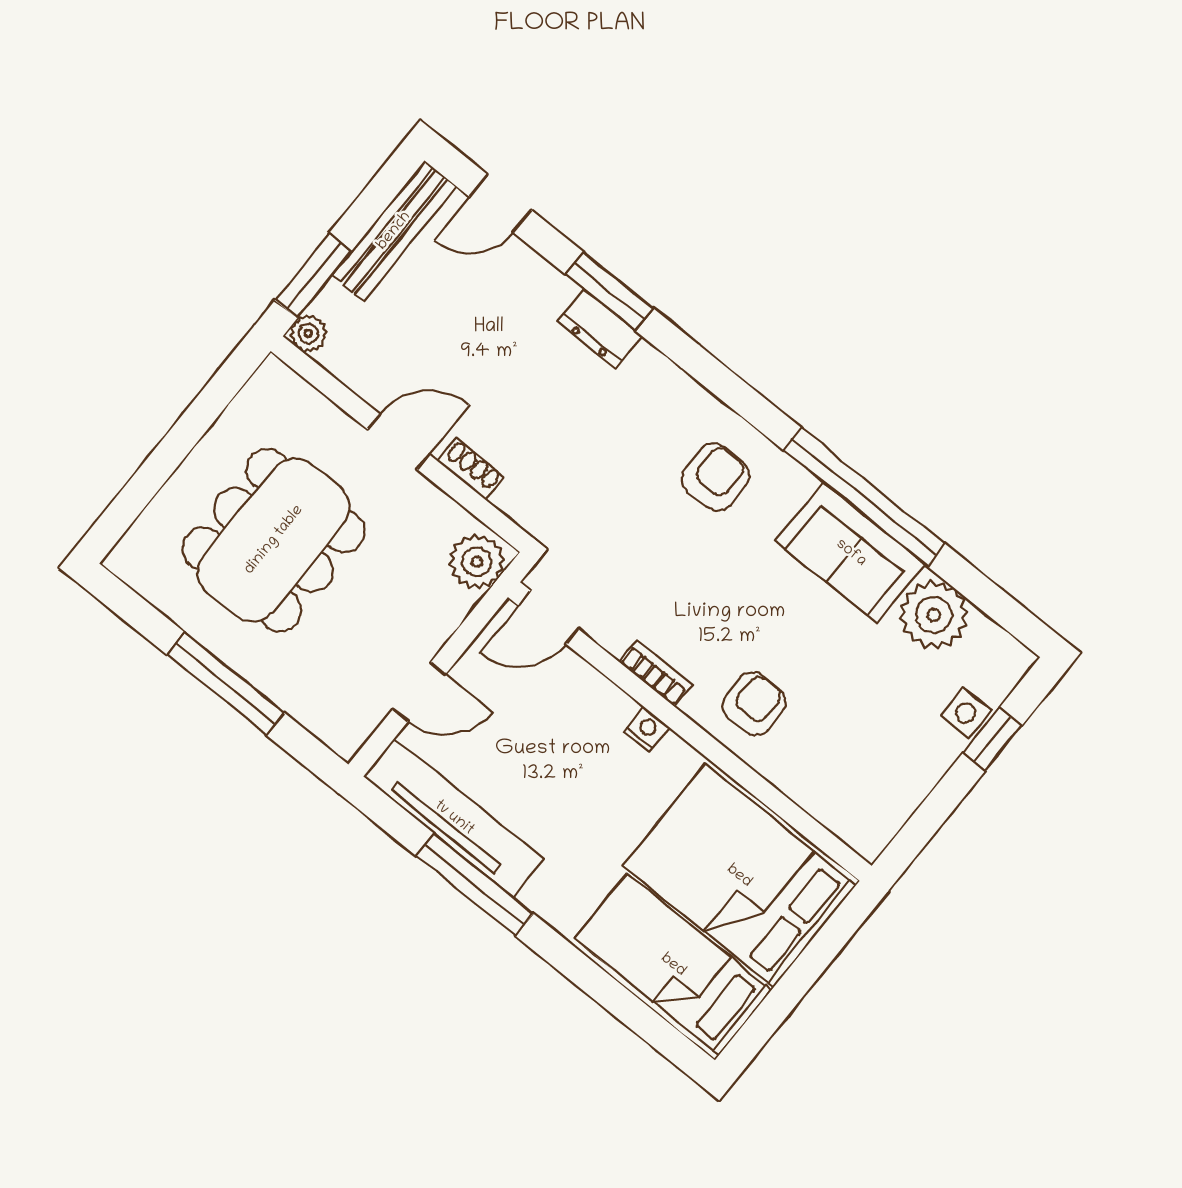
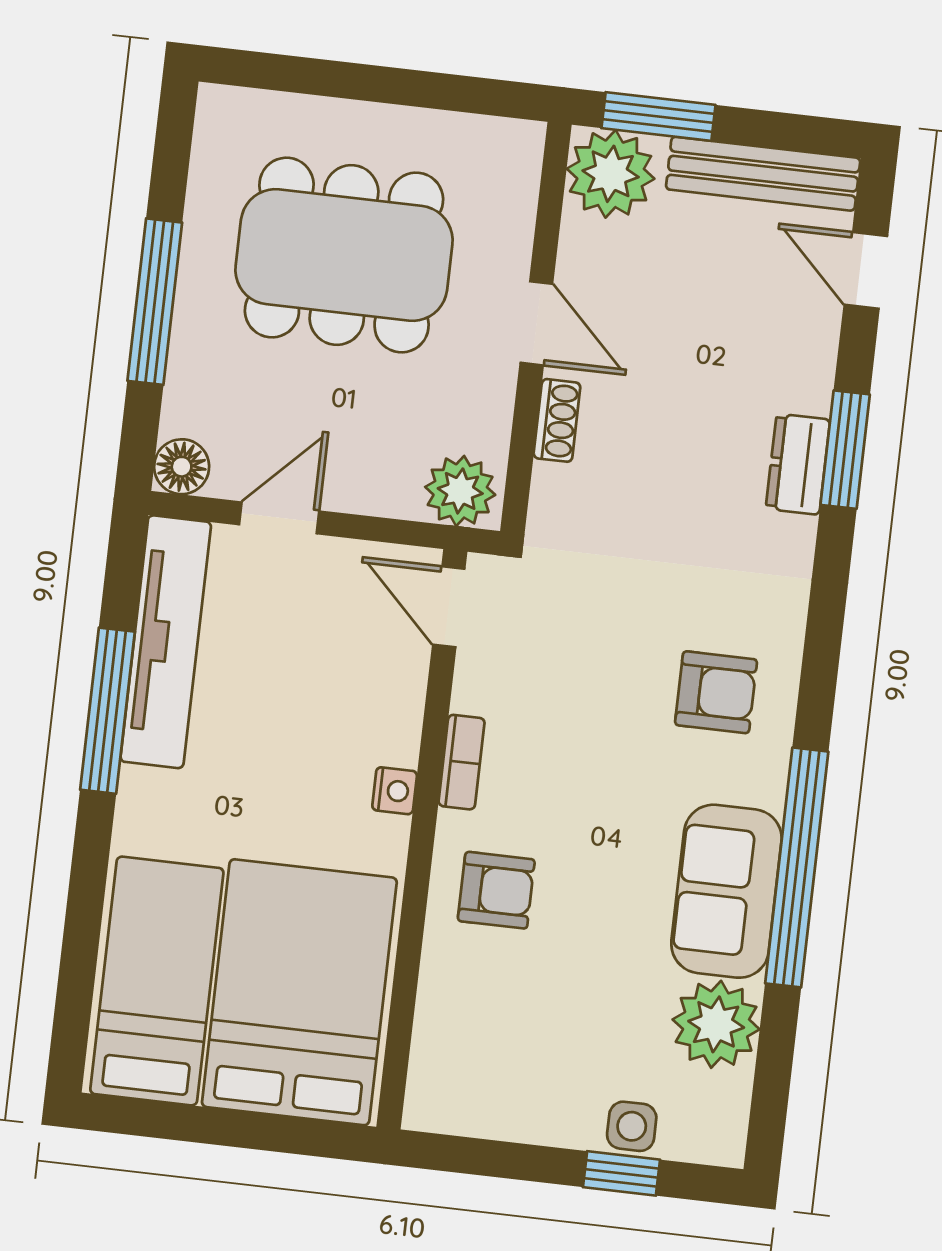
plant: (308, 333) -> (611, 174), width x1.87, depth x1.87
door: (419, 692) -> (279, 518), swing flipped
floor lamp: (345, 735) -> (182, 467), added

